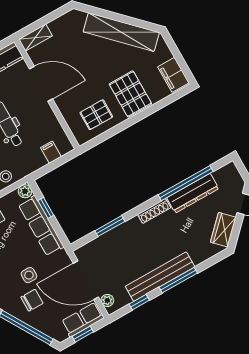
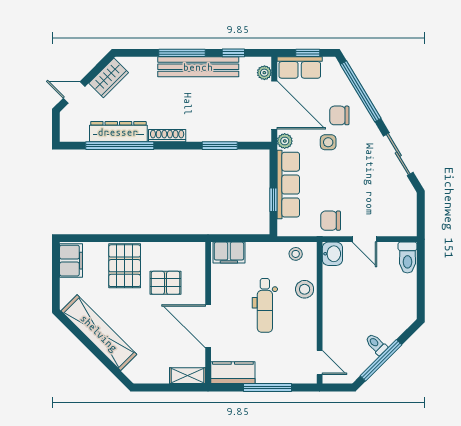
pallet: (96, 115) -> (166, 283), moved
filing cabinet: (51, 152) -> (229, 253), width x2.00
plant: (25, 191) -> (285, 141), moved

